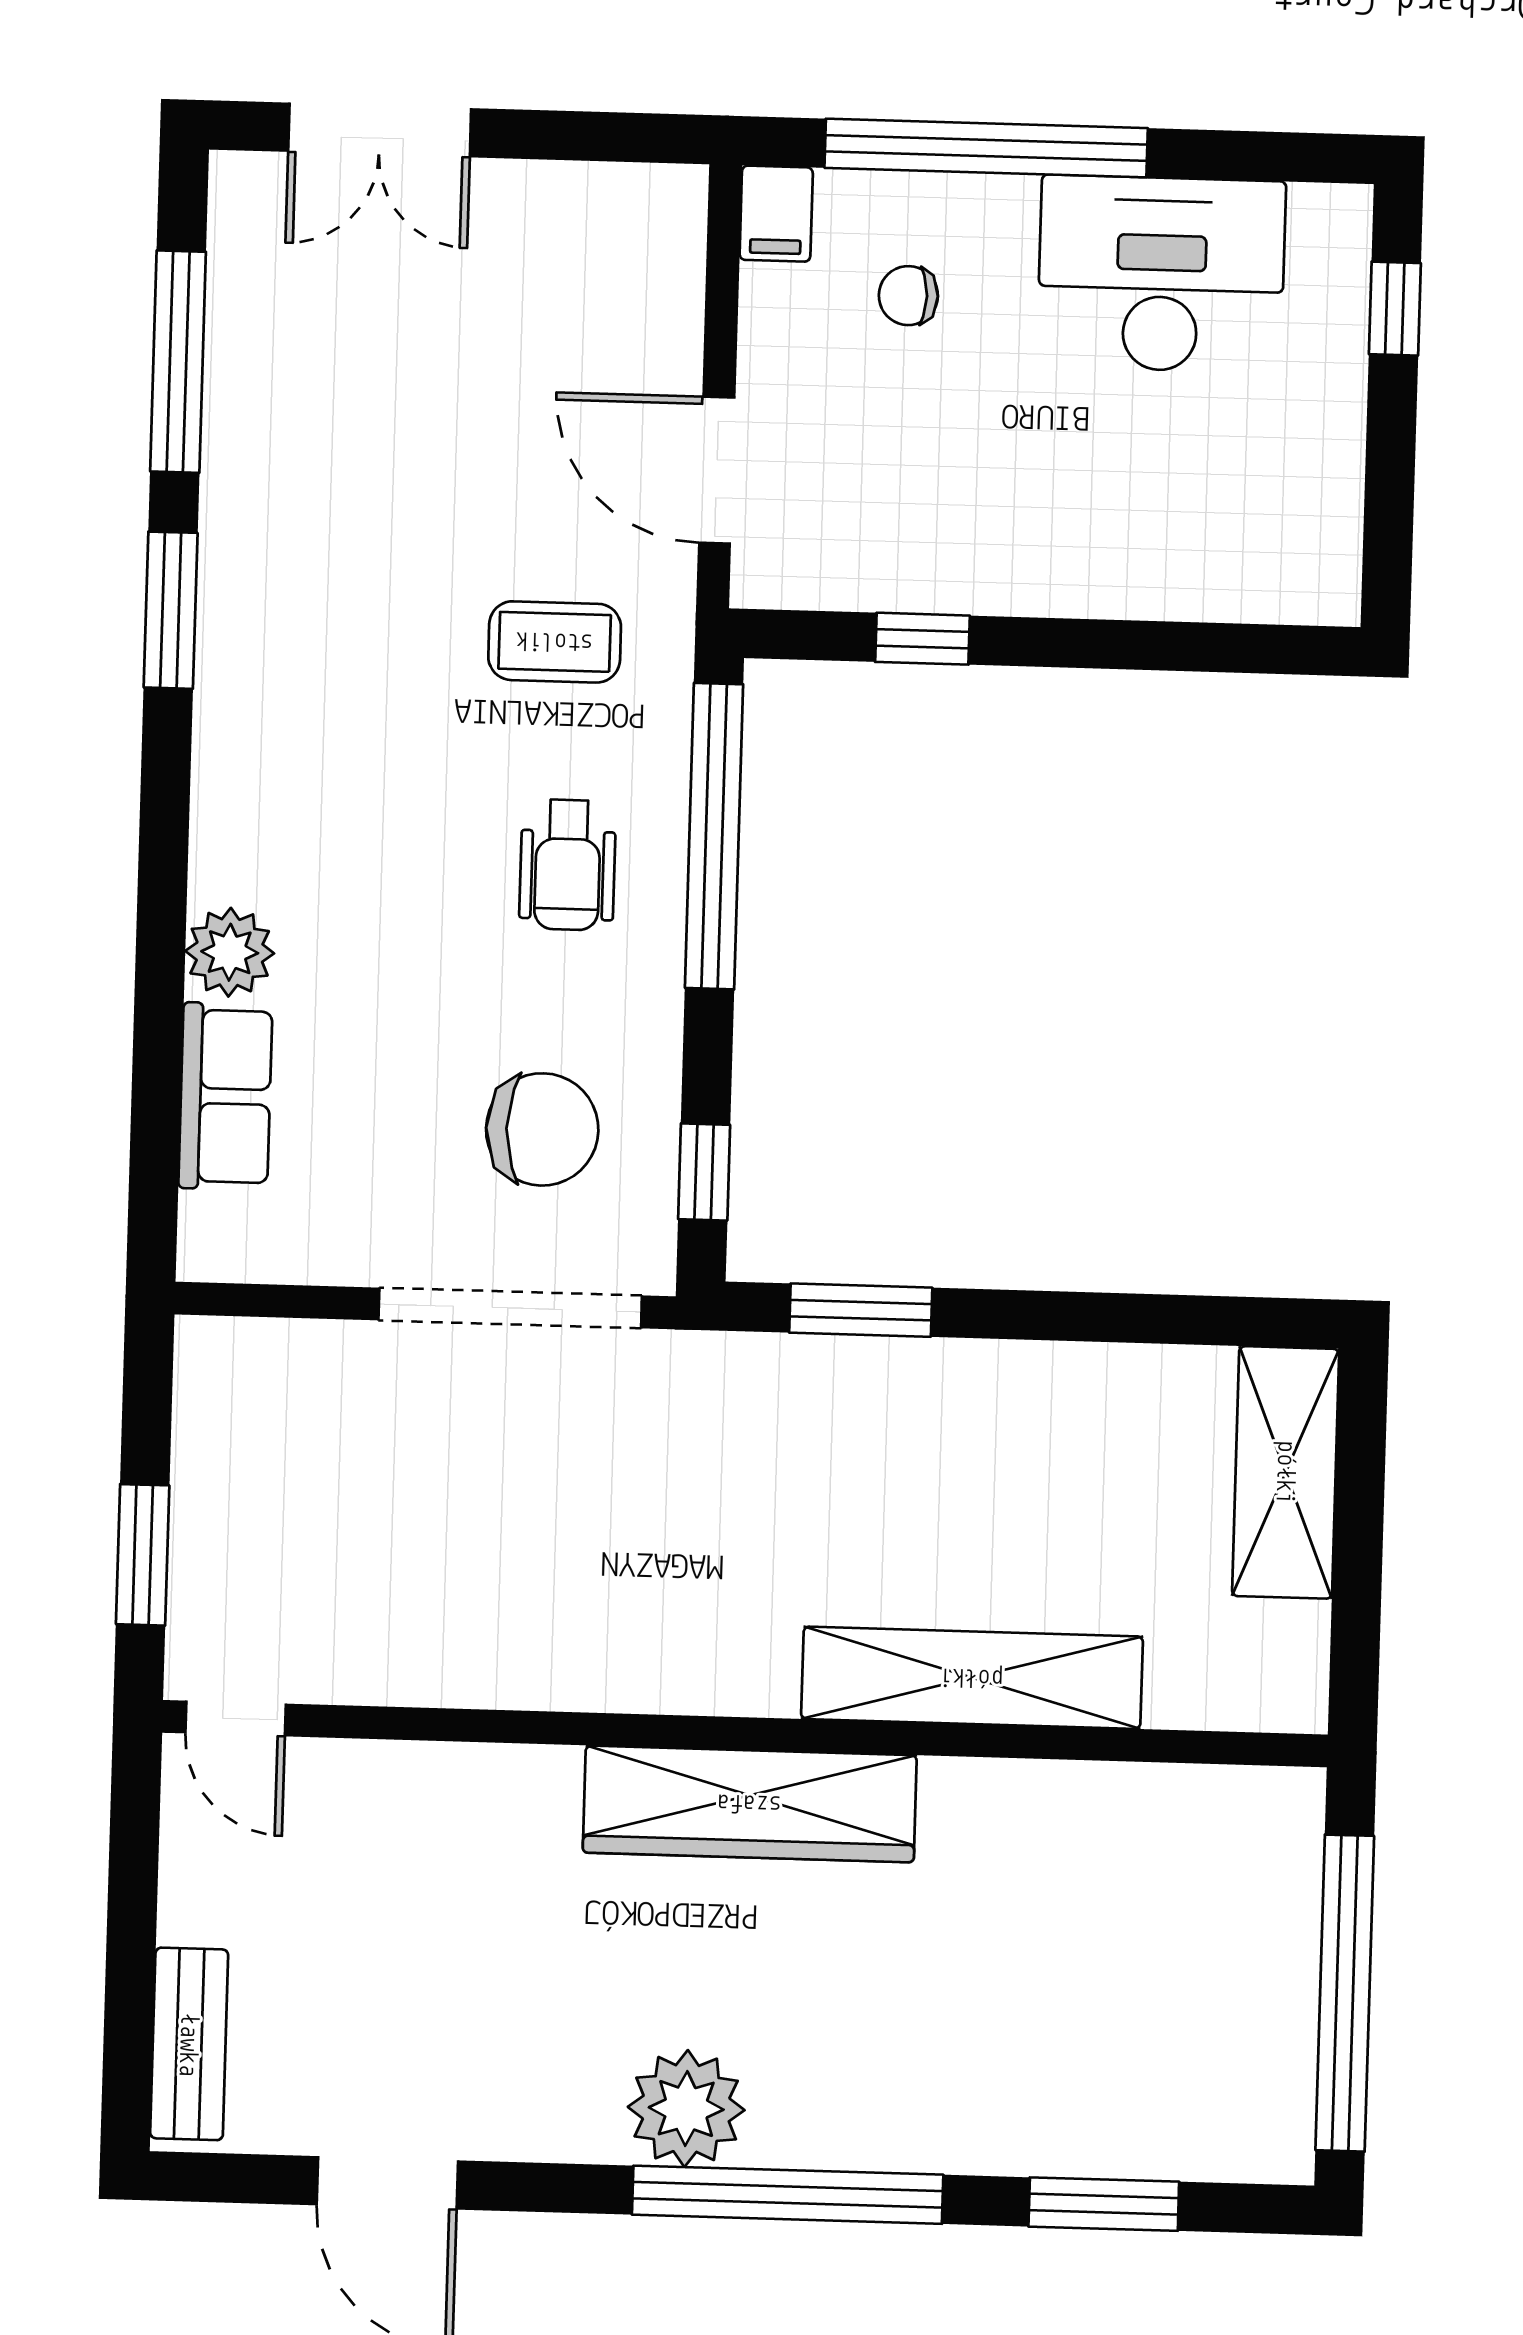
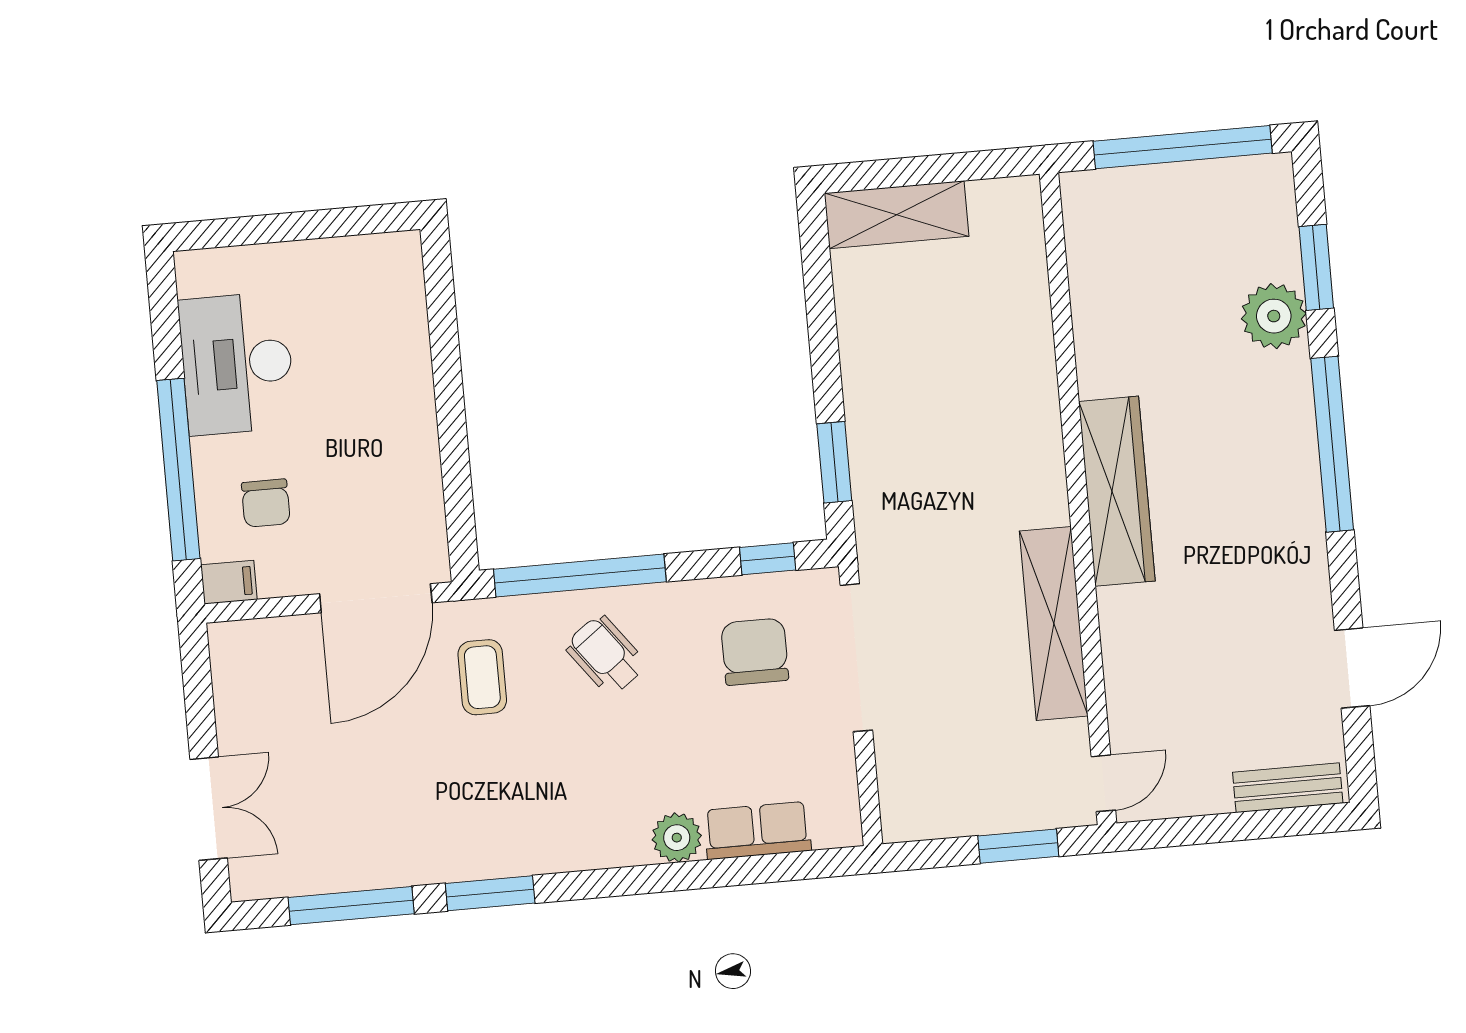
chair: (908, 296) -> (266, 503), width x1.37, depth x1.37
window: (1395, 309) -> (241, 231), removed
door: (717, 470) -> (376, 598), width x1.36
window: (922, 639) -> (456, 472), removed
wheelchair: (568, 865) -> (606, 655), turned -127
shelving: (972, 1678) -> (1054, 624), moved
plant: (686, 2109) -> (1274, 316), moved

